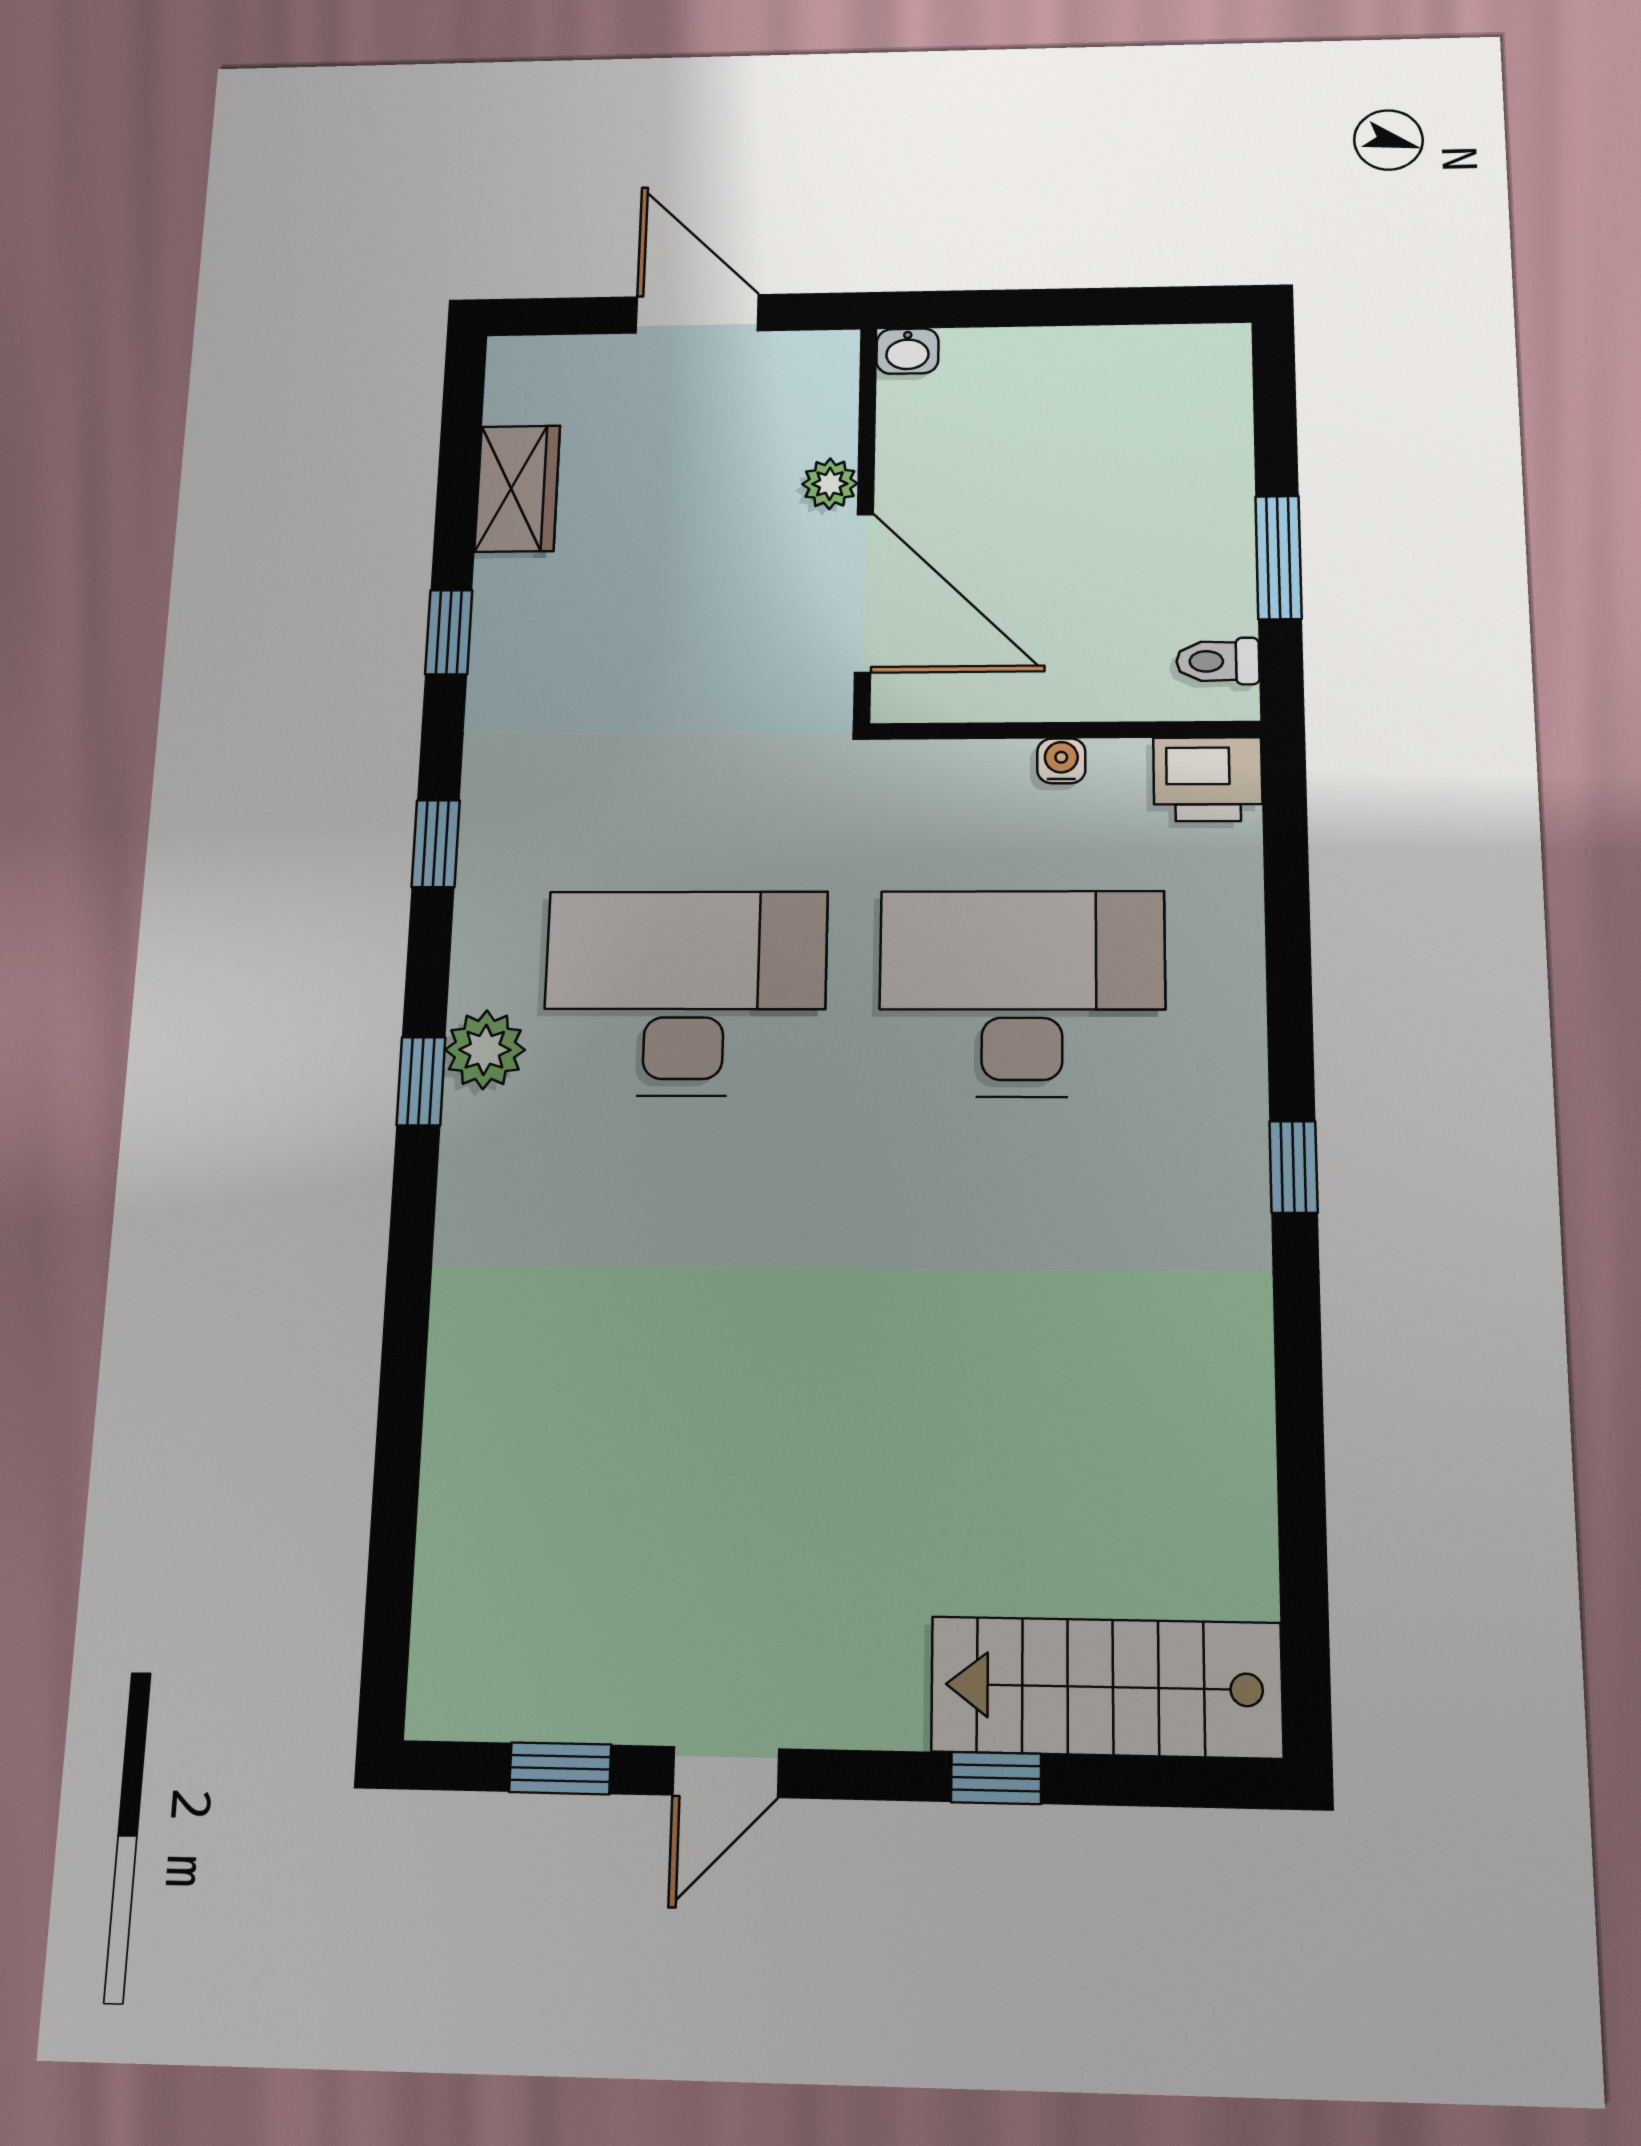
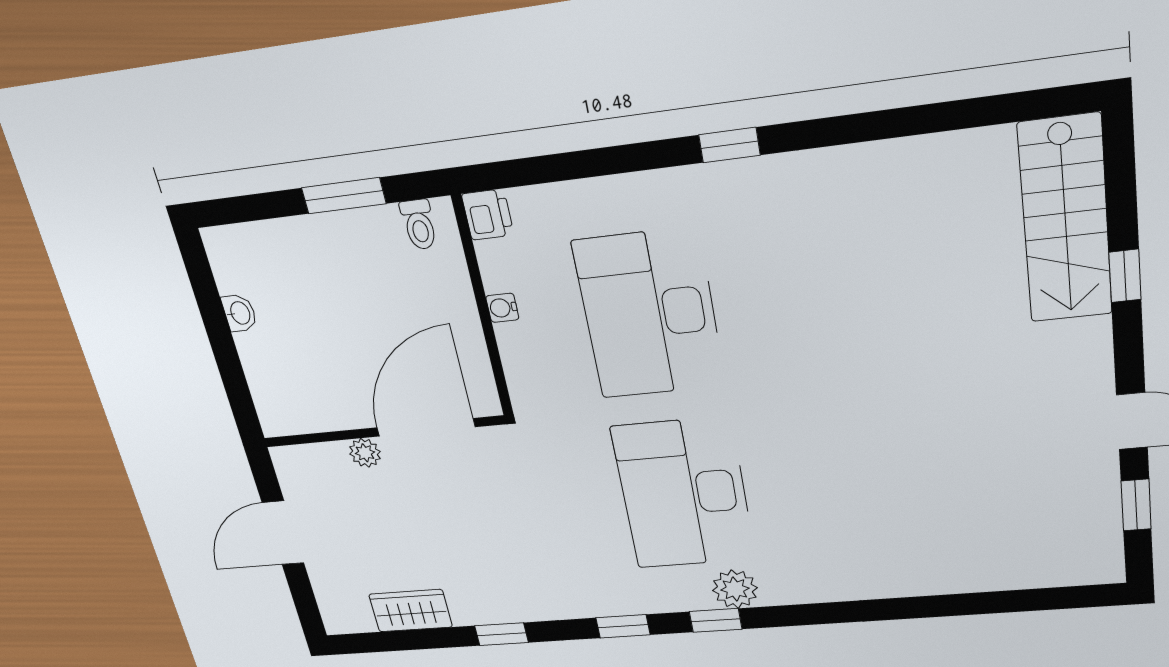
washbasin: (907, 351) -> (239, 313), moved
printer: (1208, 779) -> (488, 215), width x0.73, depth x0.81
window: (421, 1081) -> (716, 620), moved

